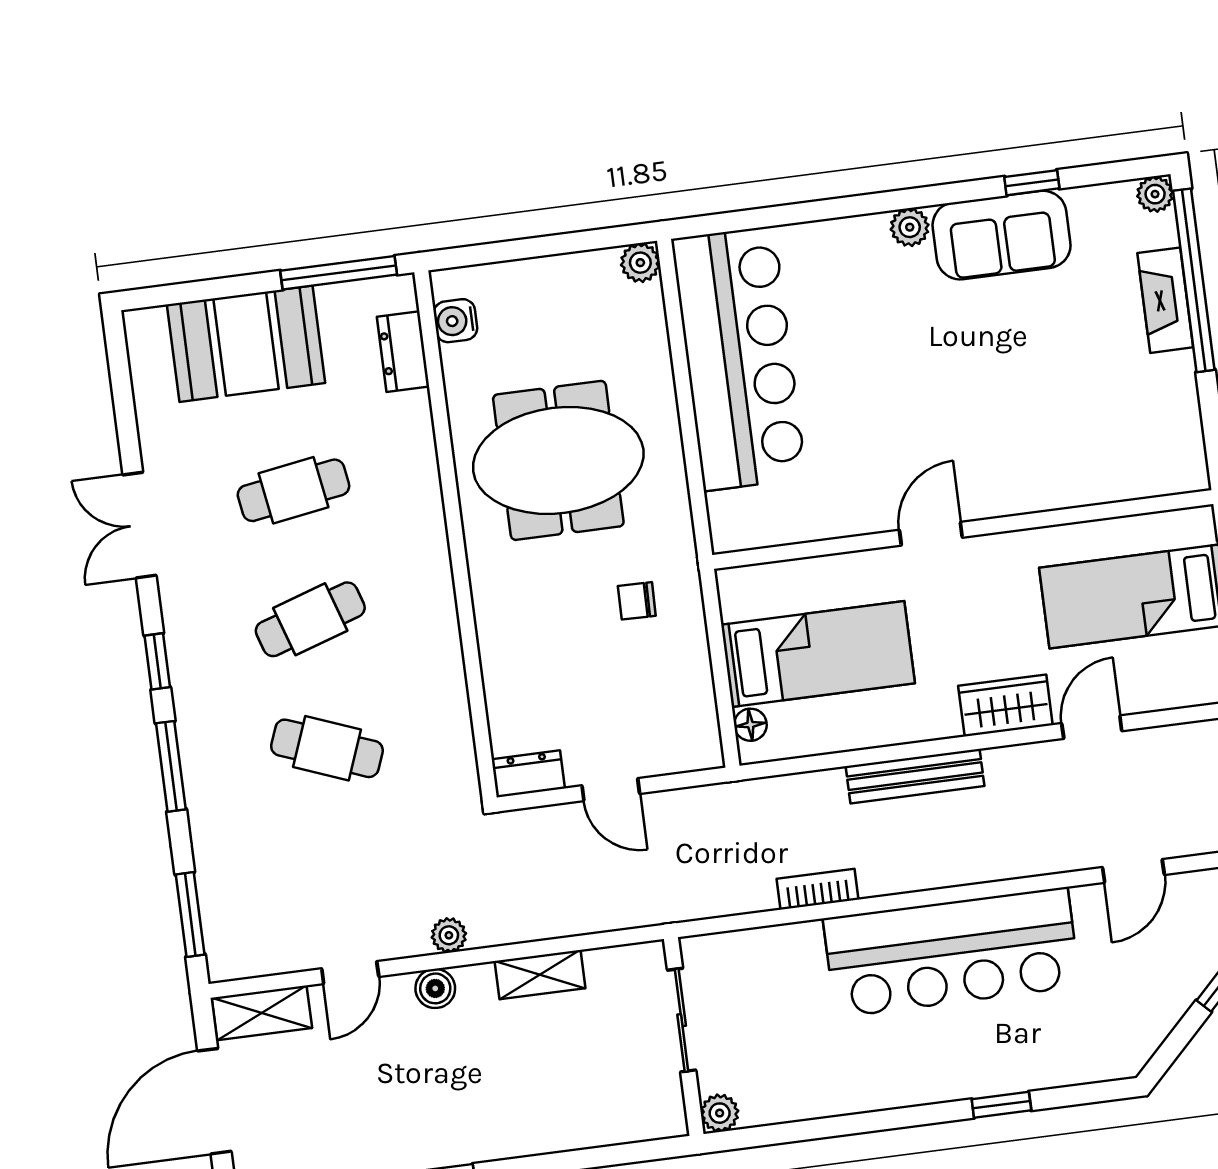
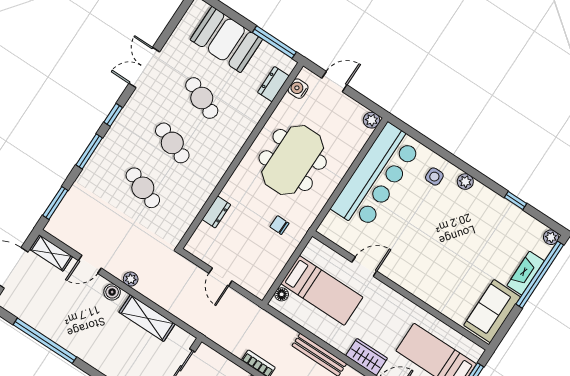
sofa: (1002, 235) -> (492, 311), moved, turned 90
door: (511, 250) -> (334, 82), added
side table: (845, 267) -> (434, 177), added
meeting table: (558, 460) -> (293, 160), turned 90
cafe table: (293, 490) -> (202, 98), turned 33
door: (931, 534) -> (364, 267), moved
cafe table: (310, 619) -> (172, 143), turned 39
dresser: (528, 774) -> (216, 212), moved, turned 90
shelving: (540, 975) -> (147, 318), width x1.50, depth x1.33

